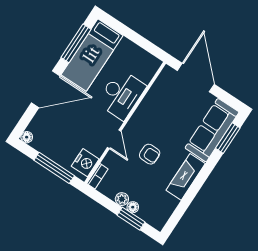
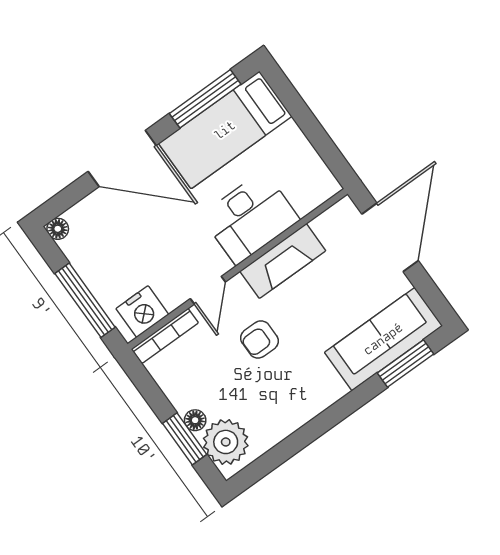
armchair: (150, 154) -> (259, 339), turned 90
bookcase: (97, 176) -> (165, 336), width x1.56
fireplace: (186, 177) -> (283, 261), moved, turned 180
plant: (122, 199) -> (226, 442), moved, width x1.88, depth x1.88

